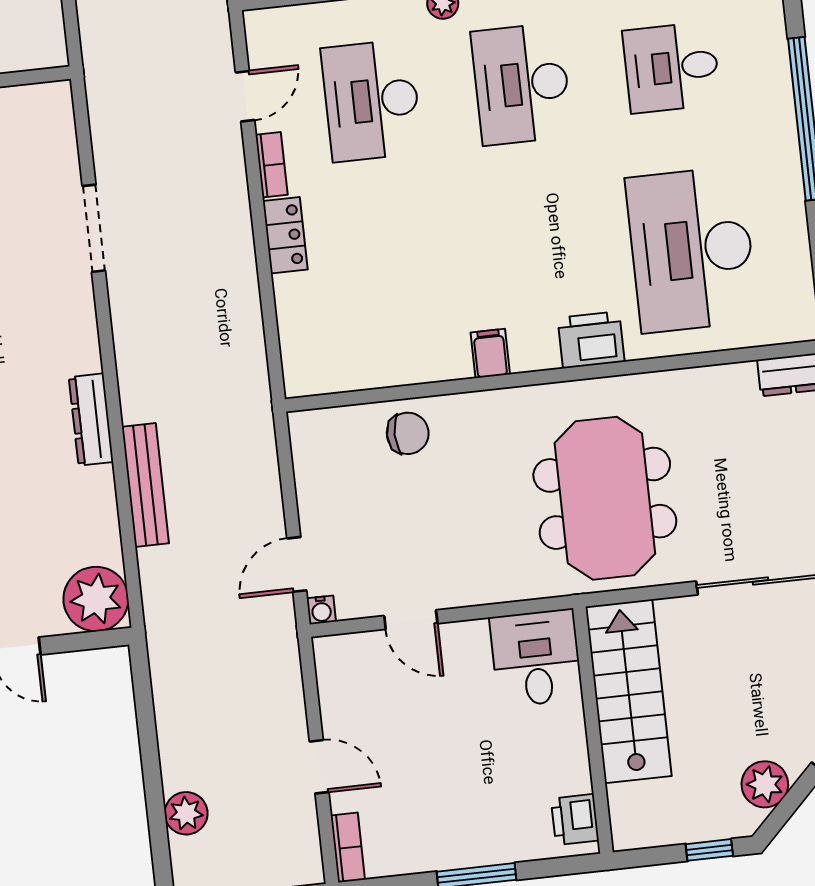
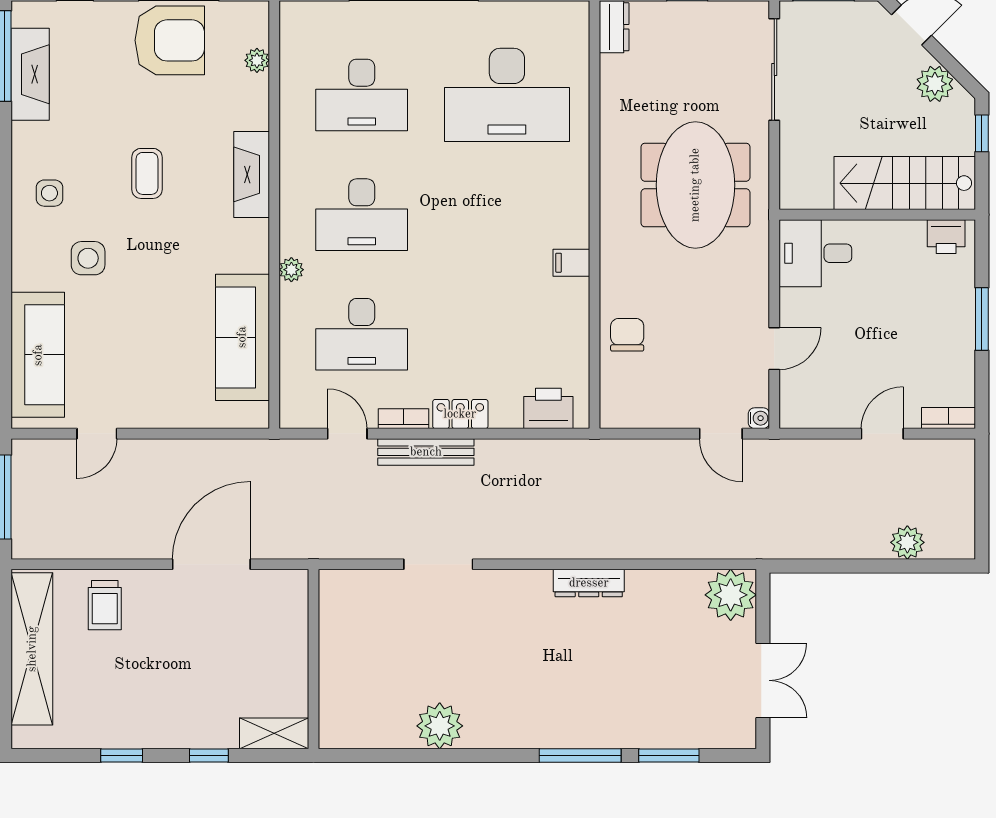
desk: (672, 67) -> (362, 95), width x1.37
printer: (591, 340) -> (548, 408), moved, turned 90
bench: (145, 485) -> (426, 452), moved
meeting table: (605, 498) -> (695, 185), turned 90
stairs: (629, 691) -> (905, 183), moved

